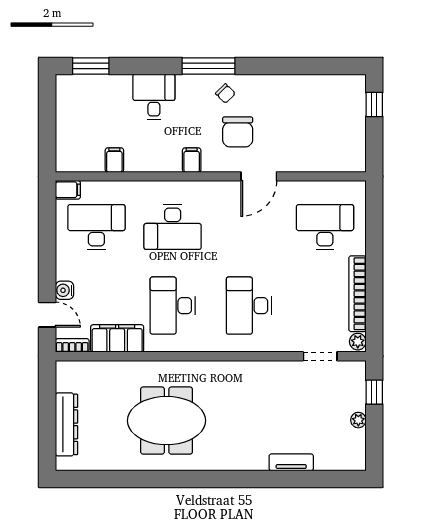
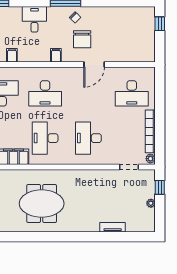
desk: (325, 227) -> (132, 93), turned 180

